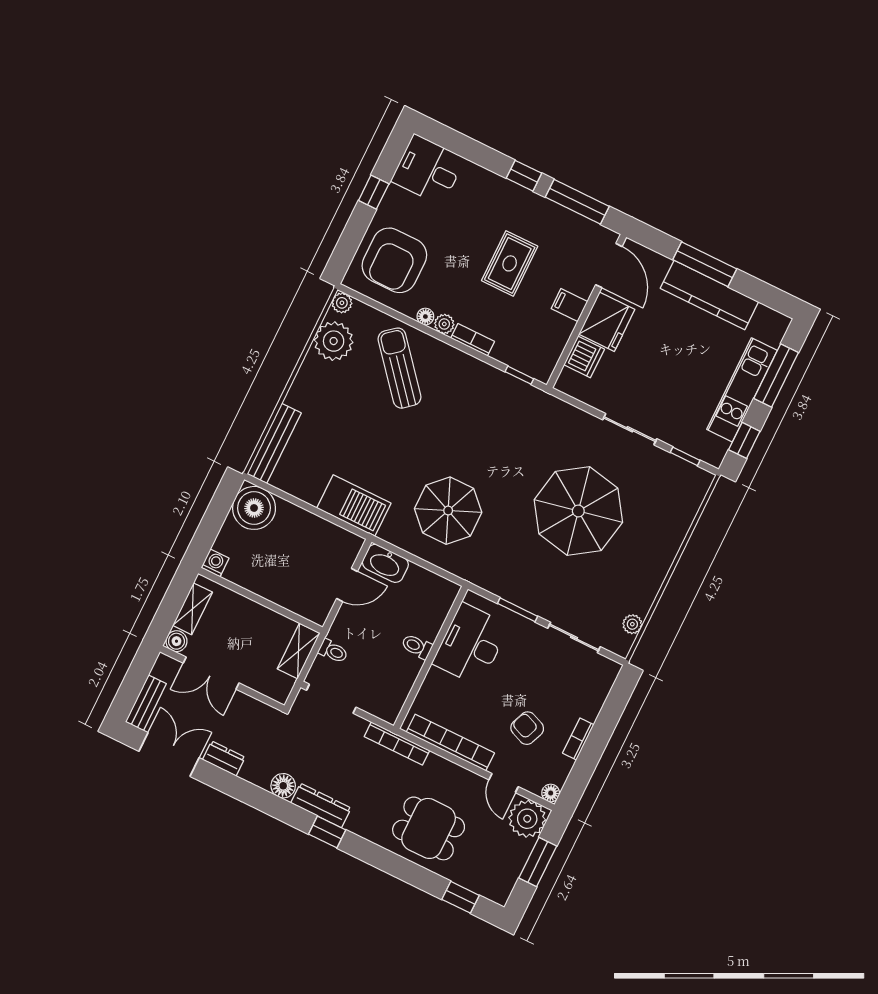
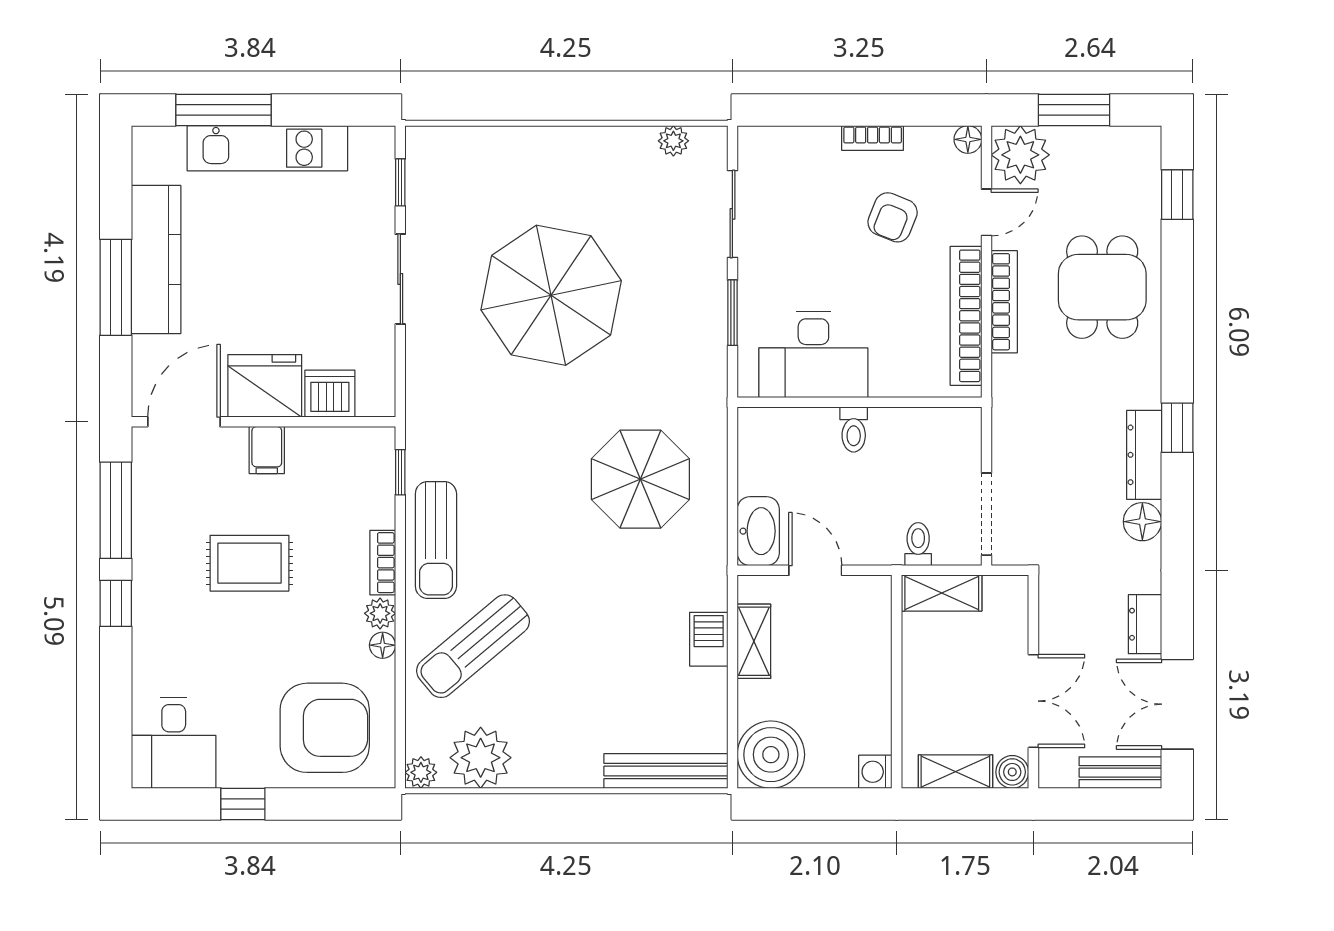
sun lounger: (471, 377) -> (436, 540), added
window: (744, 440) -> (337, 110), removed
barbecue: (354, 506) -> (709, 639), width x0.53, depth x0.65
shelving: (324, 530) -> (754, 641), added
bookcase: (397, 743) -> (1004, 302), moved

